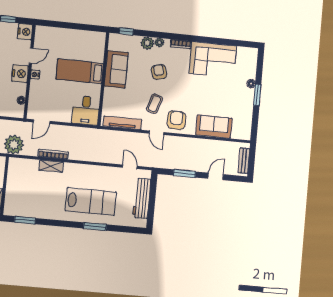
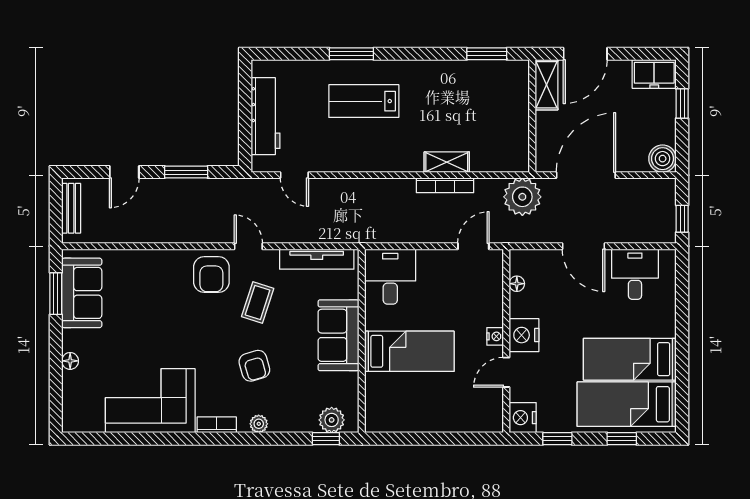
plant: (147, 43) -> (332, 420), moved
sofa: (116, 69) -> (339, 335), moved
window: (257, 95) -> (56, 294), moved
sofa: (214, 127) -> (82, 293), moved, turned -90
lab bench: (91, 201) -> (364, 101), width x0.73, depth x0.72

